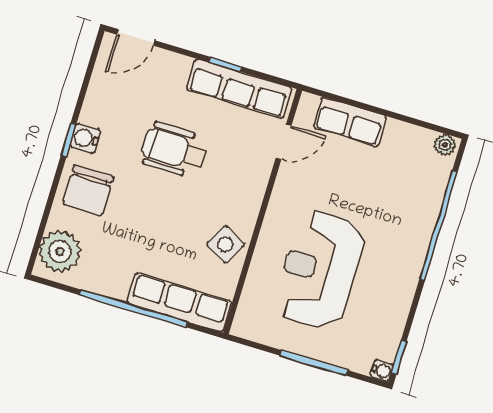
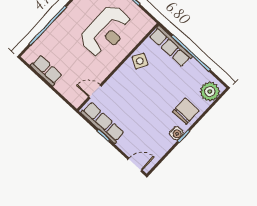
row of seats: (350, 122) -> (46, 70), moved
plant: (445, 145) -> (29, 58), removed
wheelchair: (174, 150) -> (142, 111), removed

